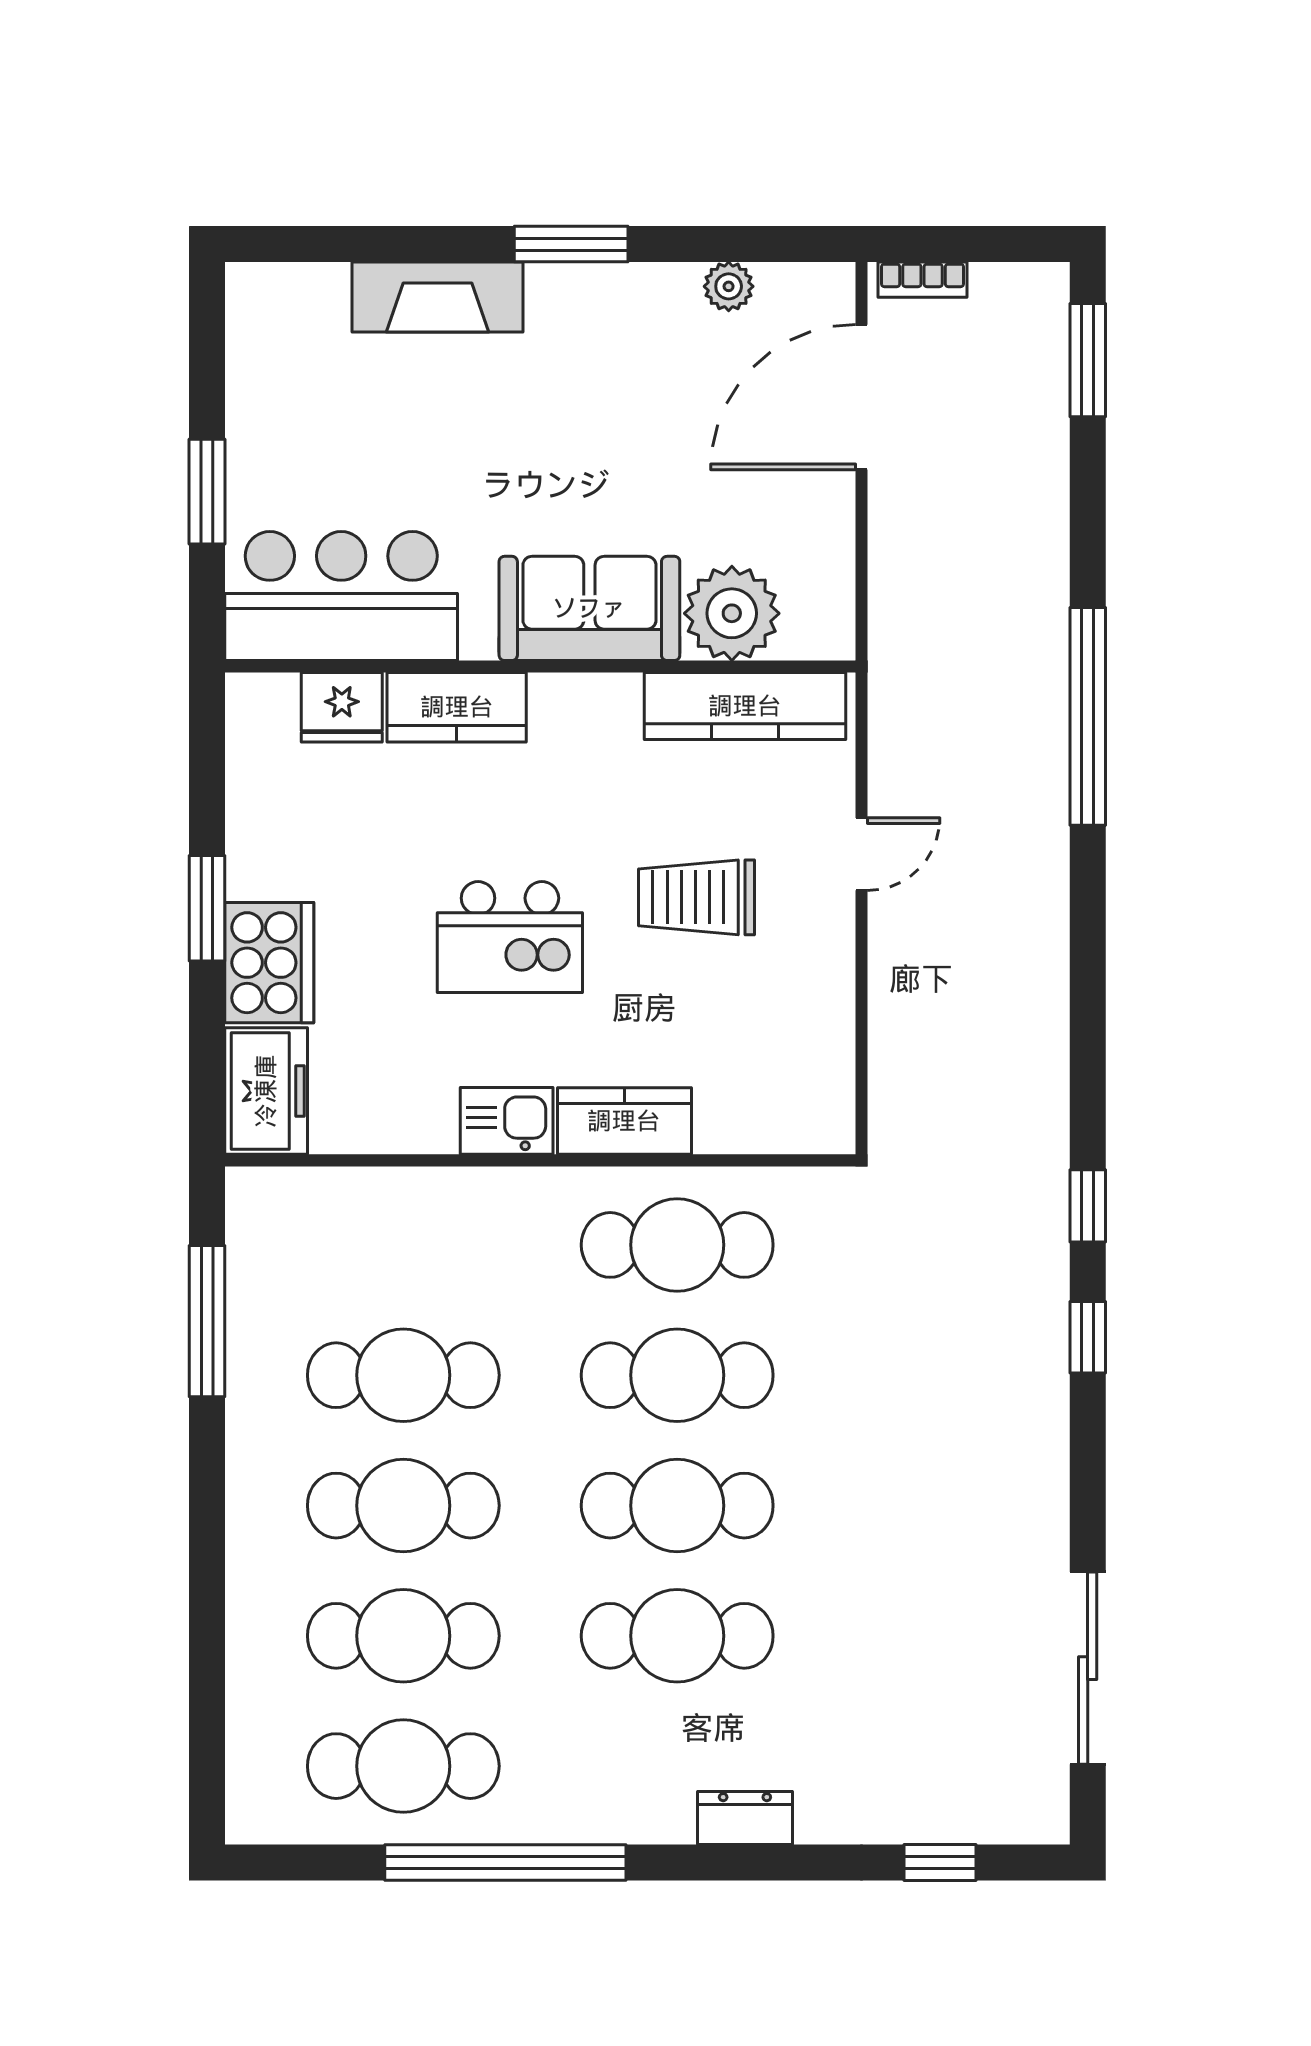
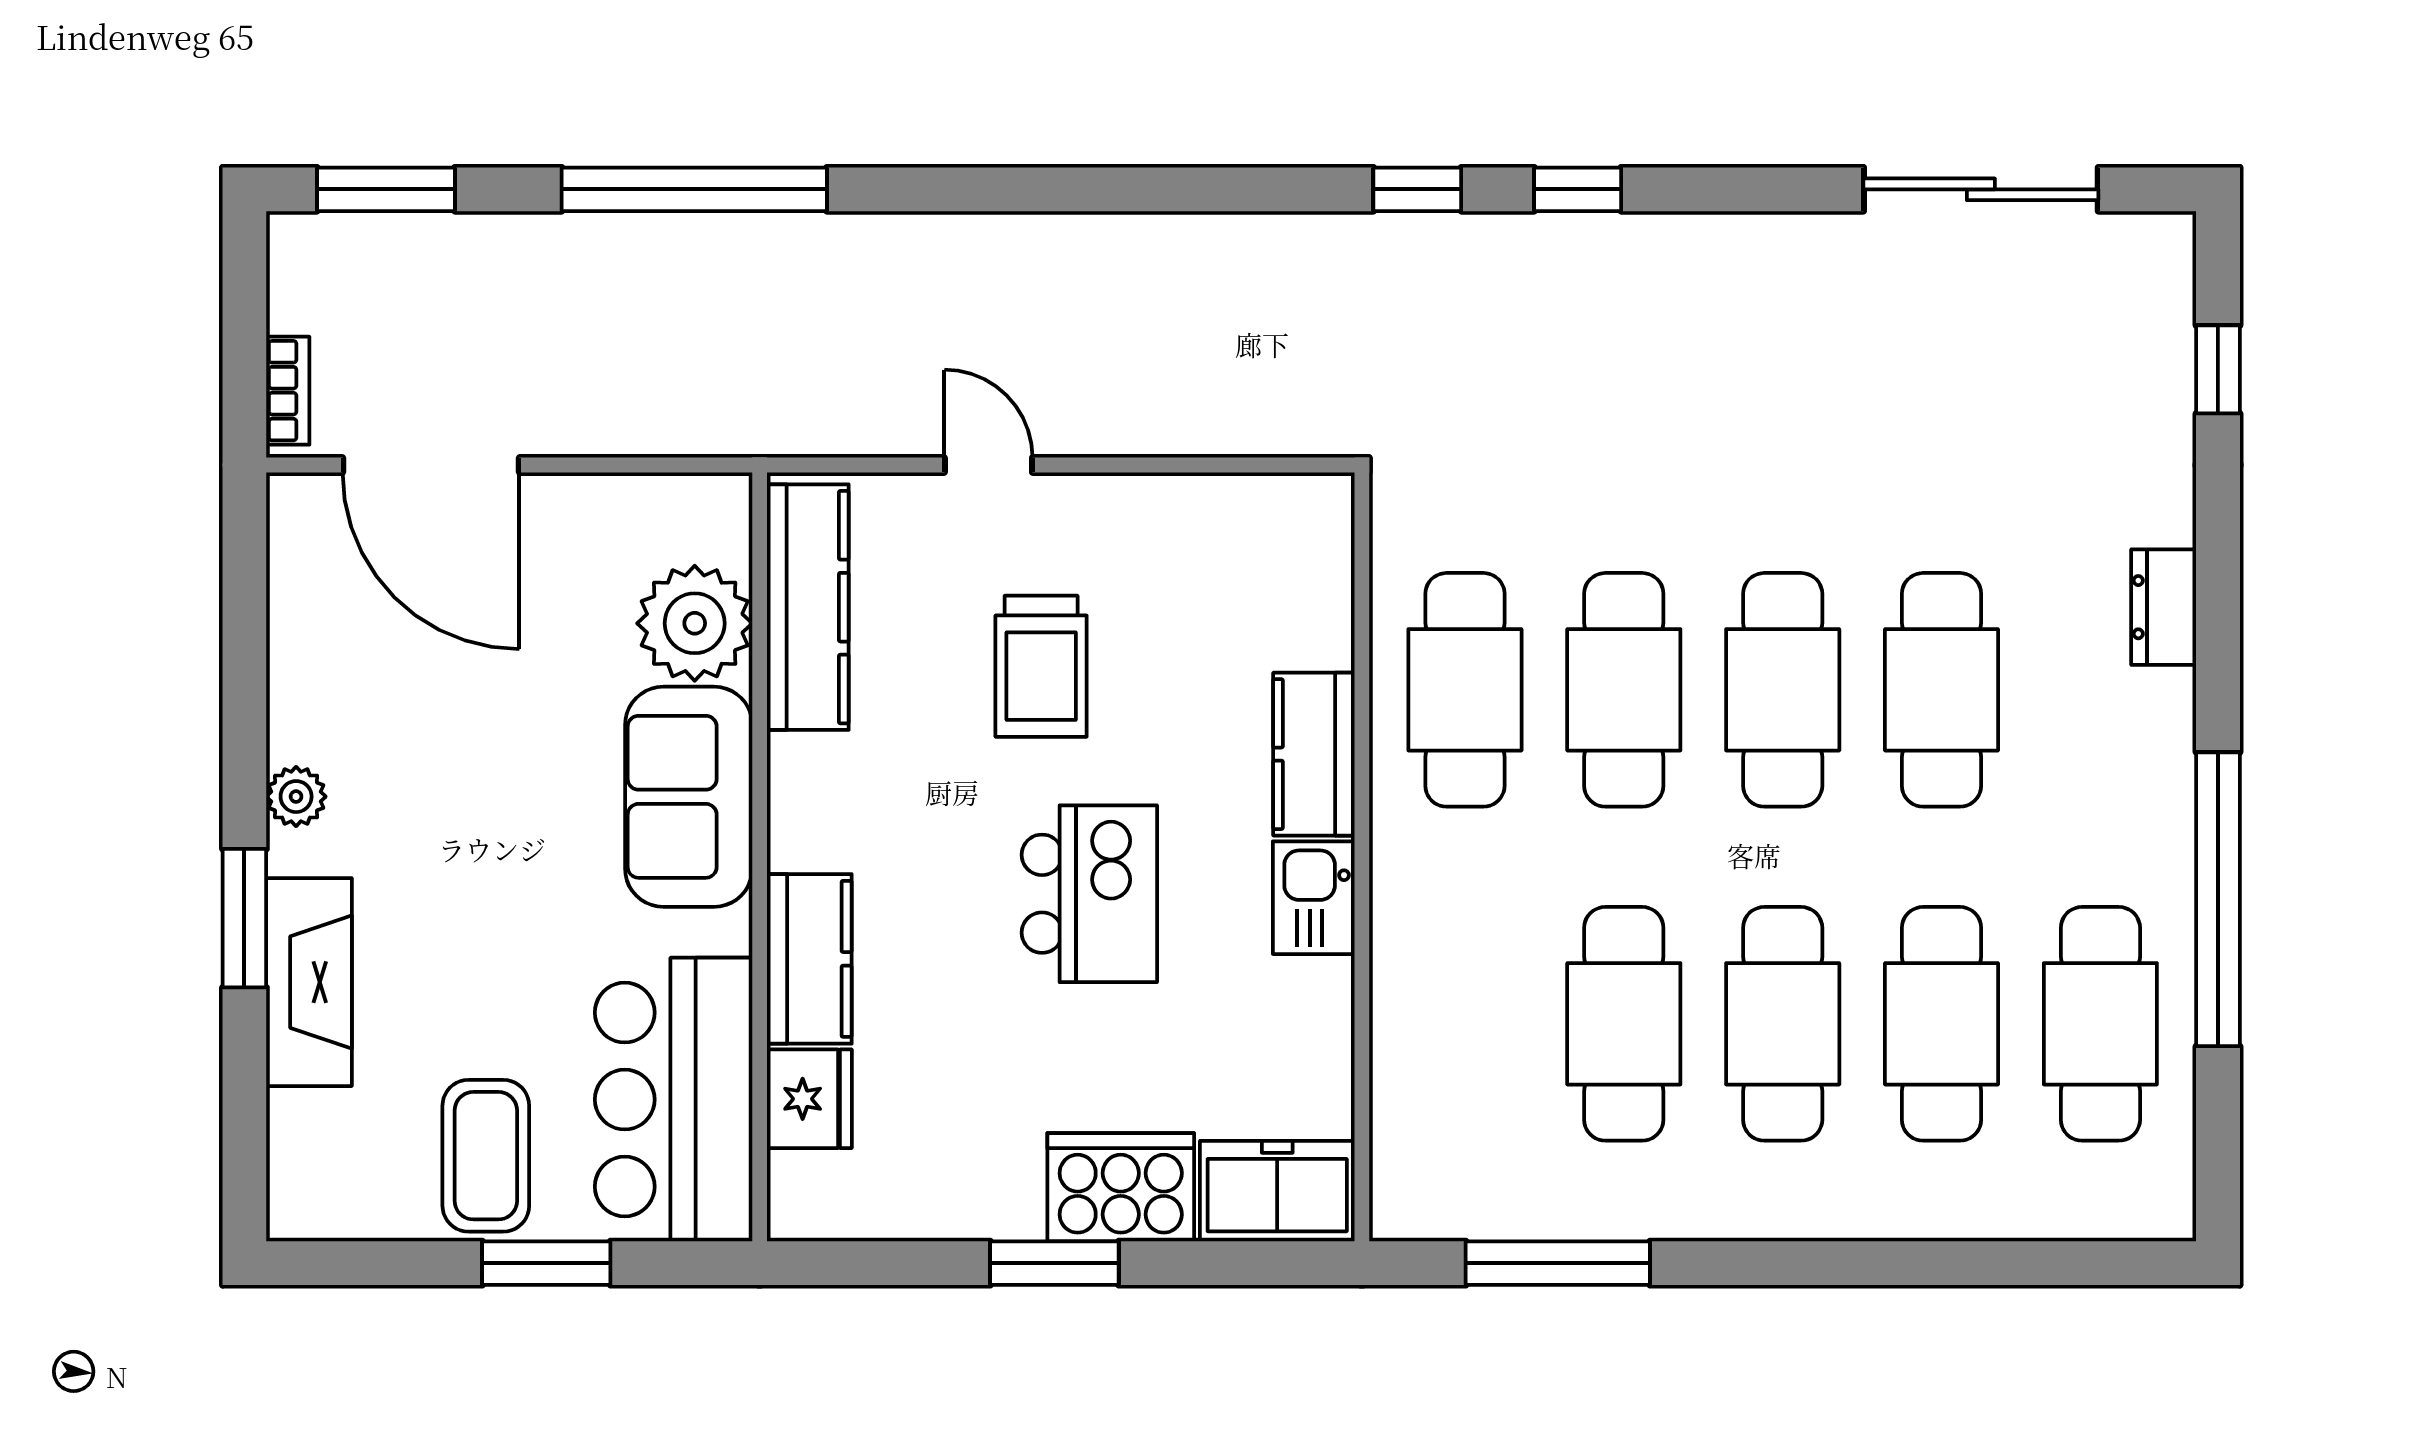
window: (571, 244) -> (244, 918), moved
plant: (729, 286) -> (296, 797), moved
coffee table: (295, 442) -> (486, 1156), added
window: (1088, 716) -> (694, 189), moved

